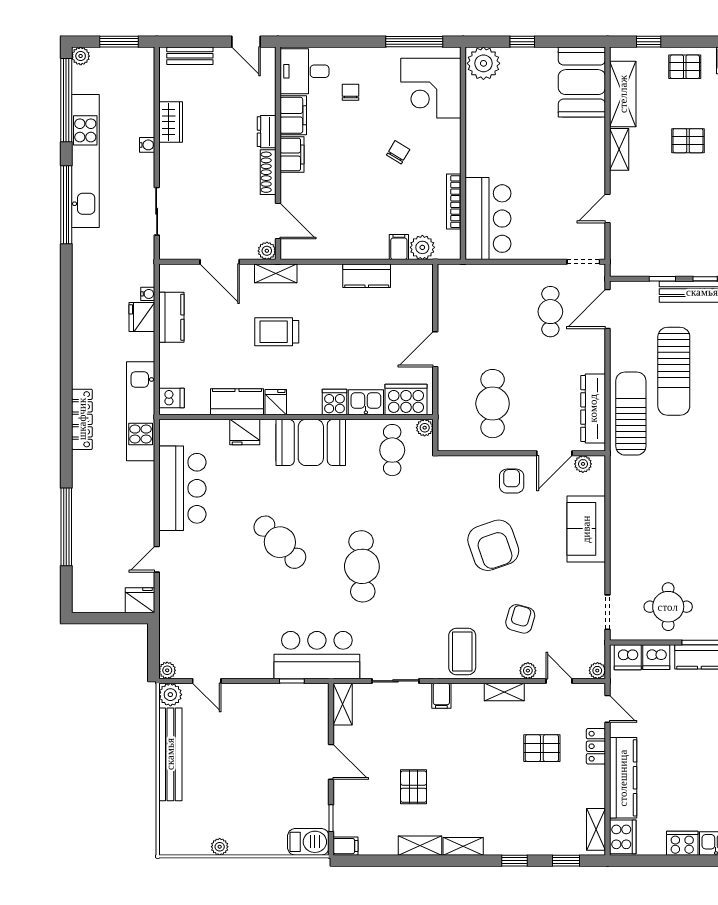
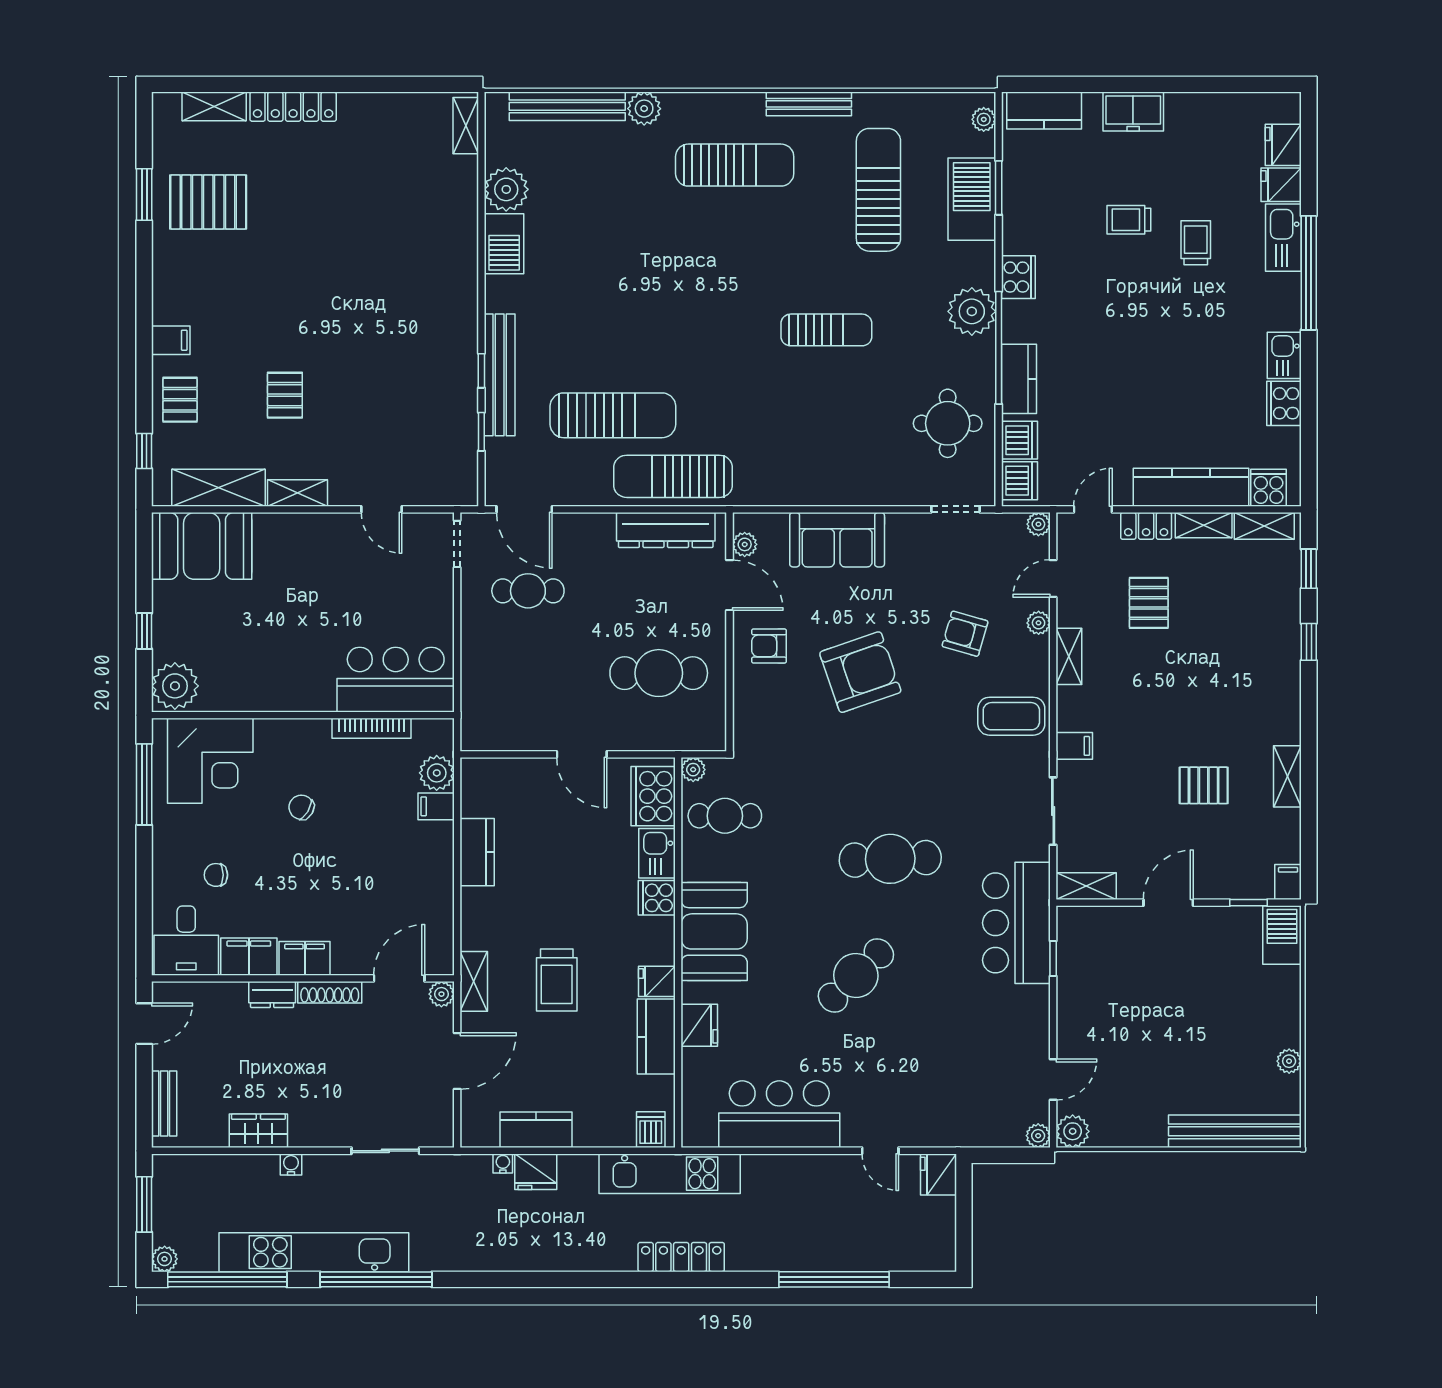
bench: (170, 754) -> (1235, 1131), moved
cooker: (623, 837) -> (1269, 488), width x0.73
shelving: (463, 846) -> (1204, 525), moved, turned 90

